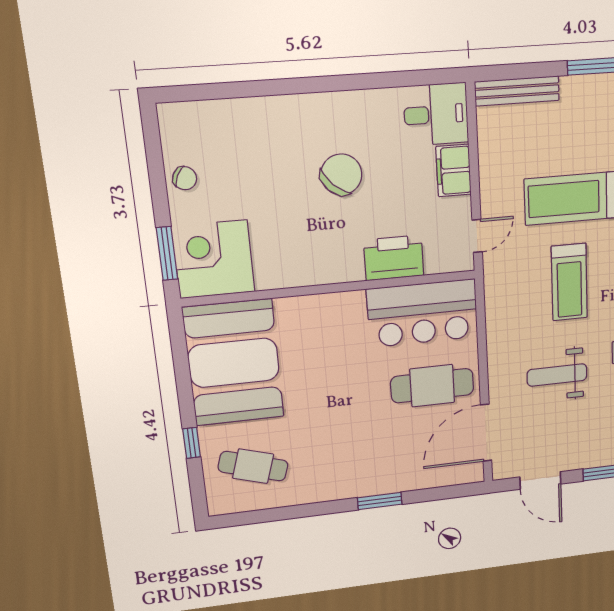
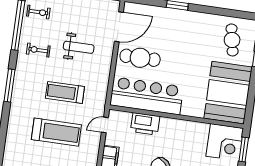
treadmill: (569, 282) -> (65, 92), turned -90
bar counter: (423, 313) -> (147, 96), width x1.36
cafe table: (253, 466) -> (232, 40), turned 62

